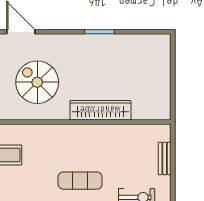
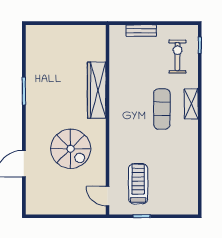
spiral stairs: (37, 82) -> (71, 149), turned -90

